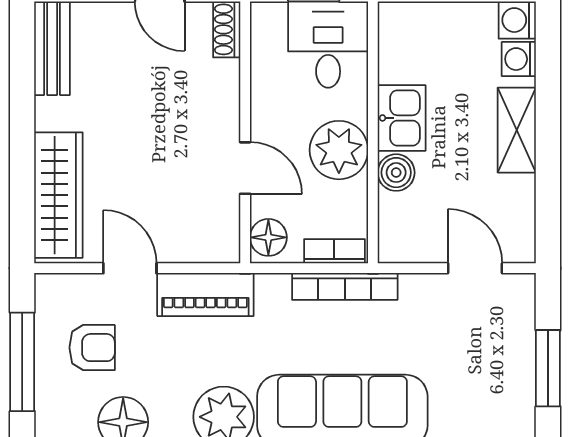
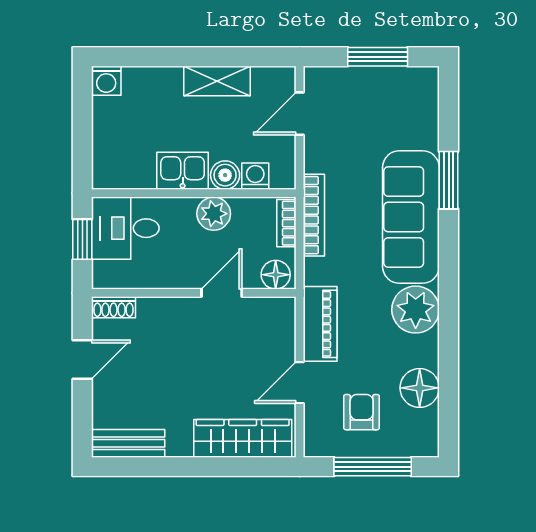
washing machine: (519, 59) -> (255, 176), moved, turned 180
shelving: (517, 130) -> (217, 81), moved
plant: (339, 150) -> (214, 214), width x0.73, depth x0.73

